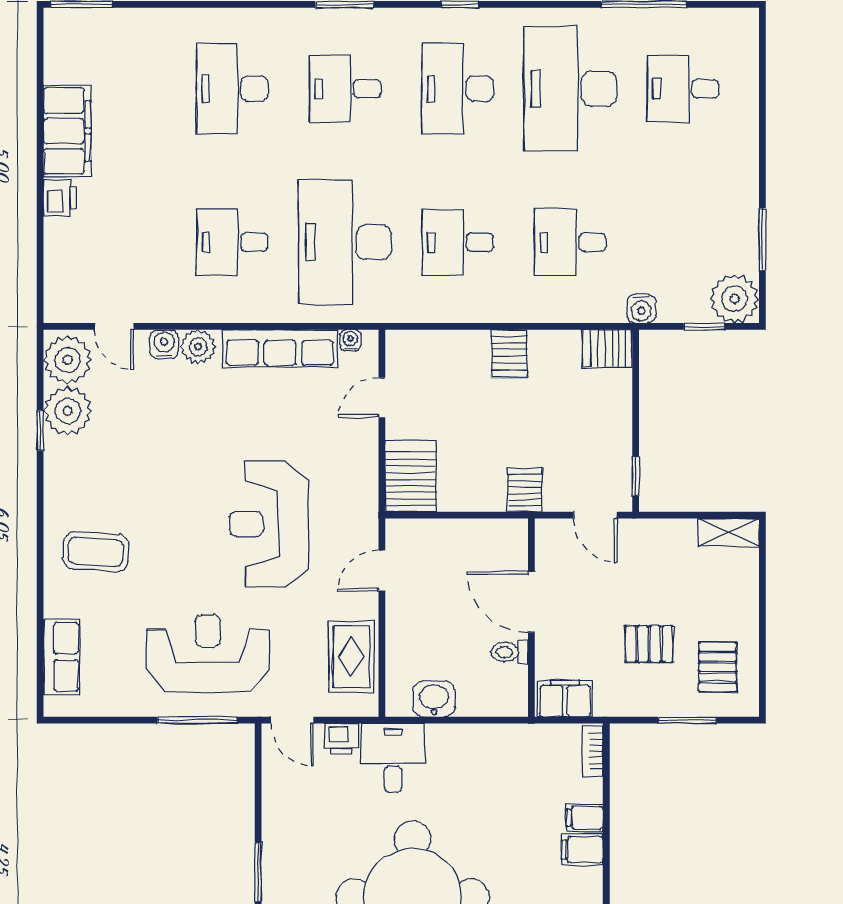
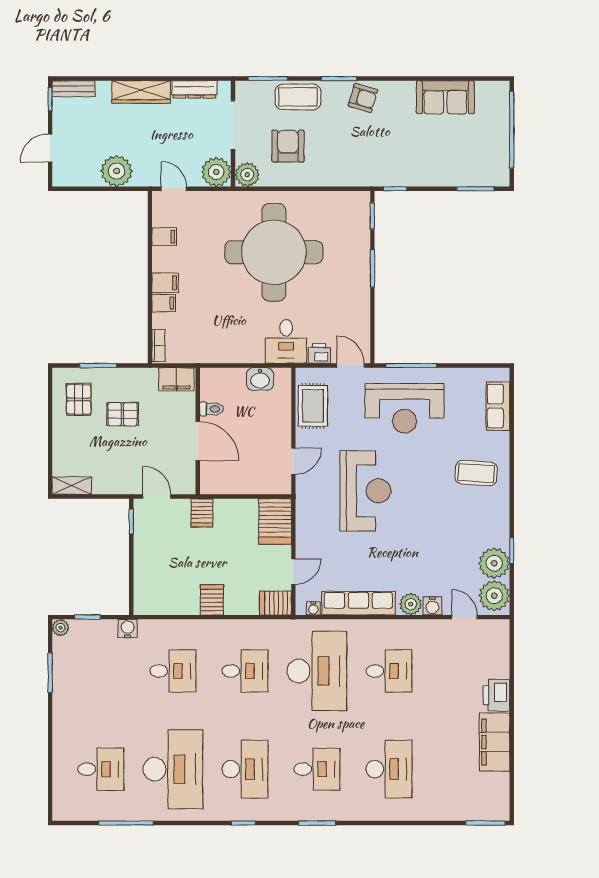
printer: (60, 198) -> (496, 695), width x1.36, depth x1.24
plant: (735, 299) -> (61, 628), width x0.53, depth x0.53
server rack: (607, 348) -> (275, 603), moved, turned 180

